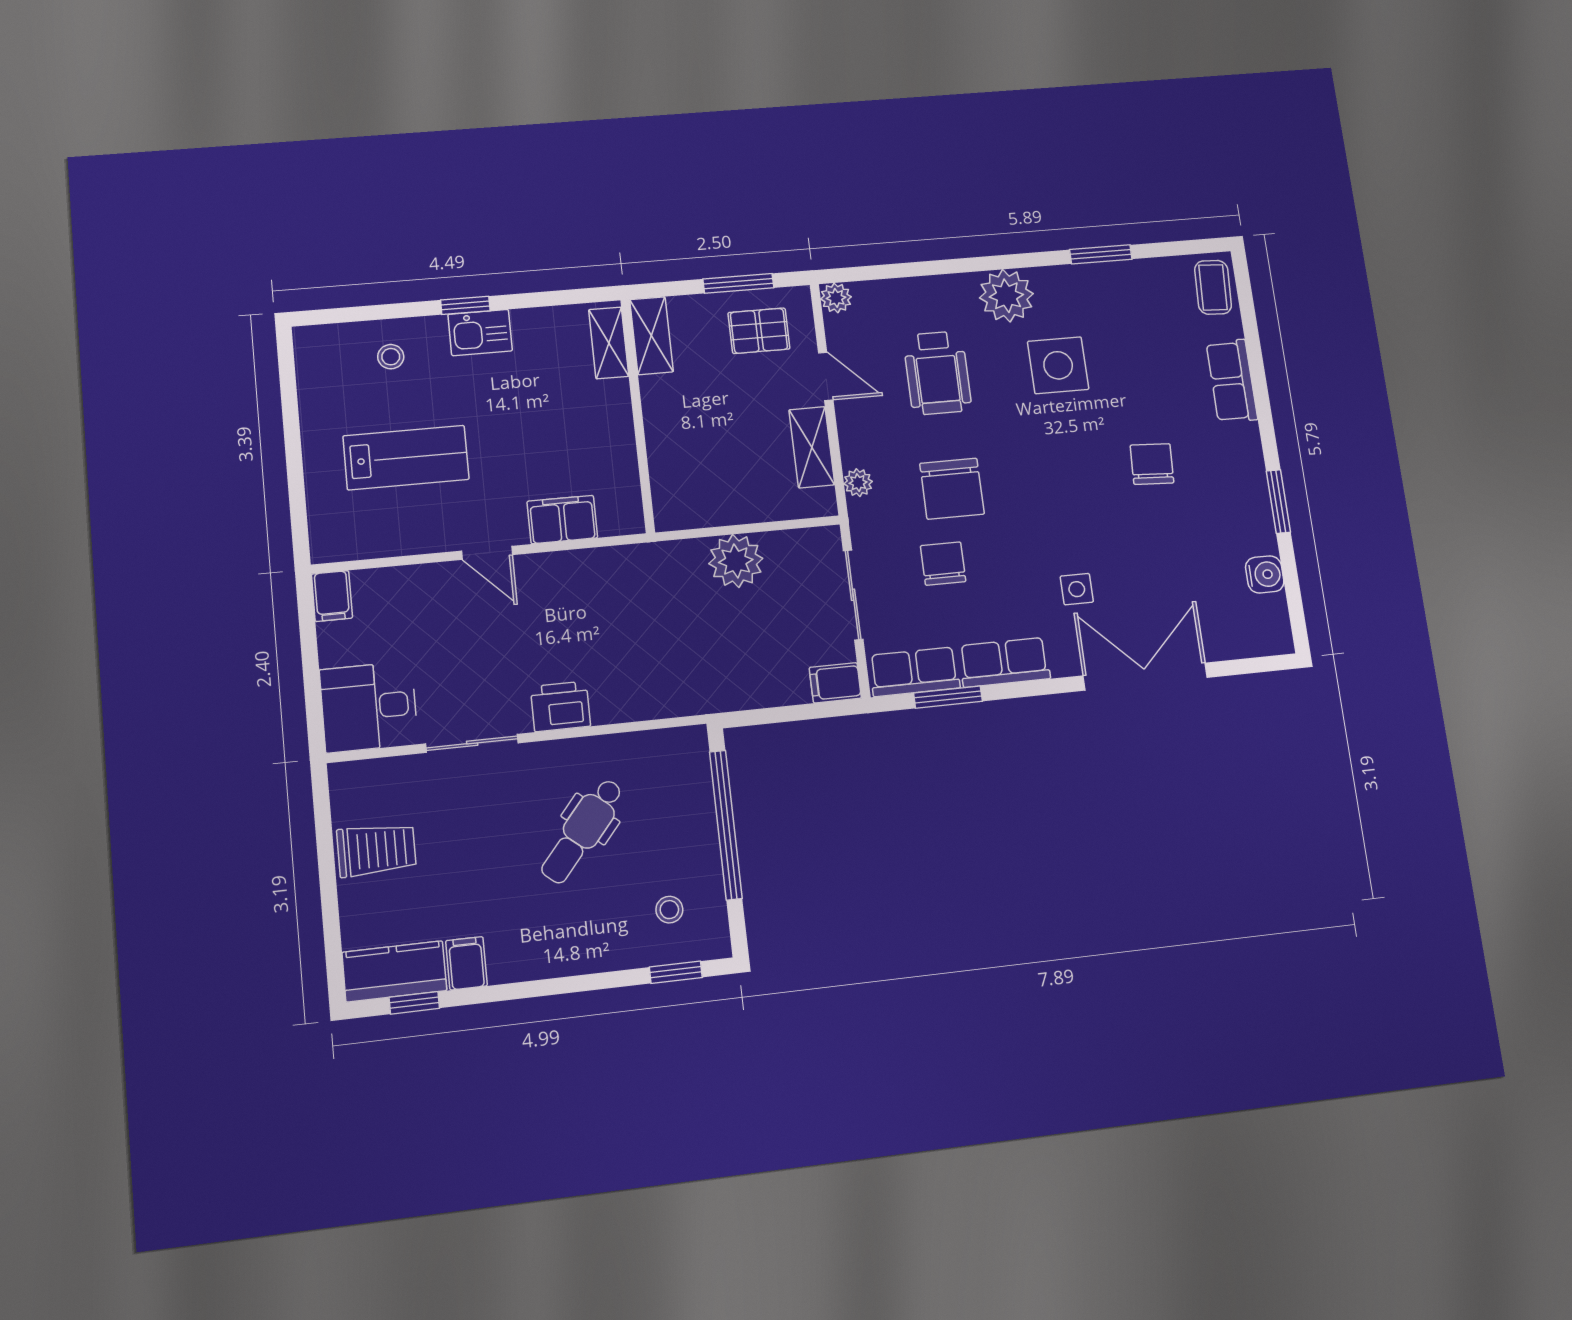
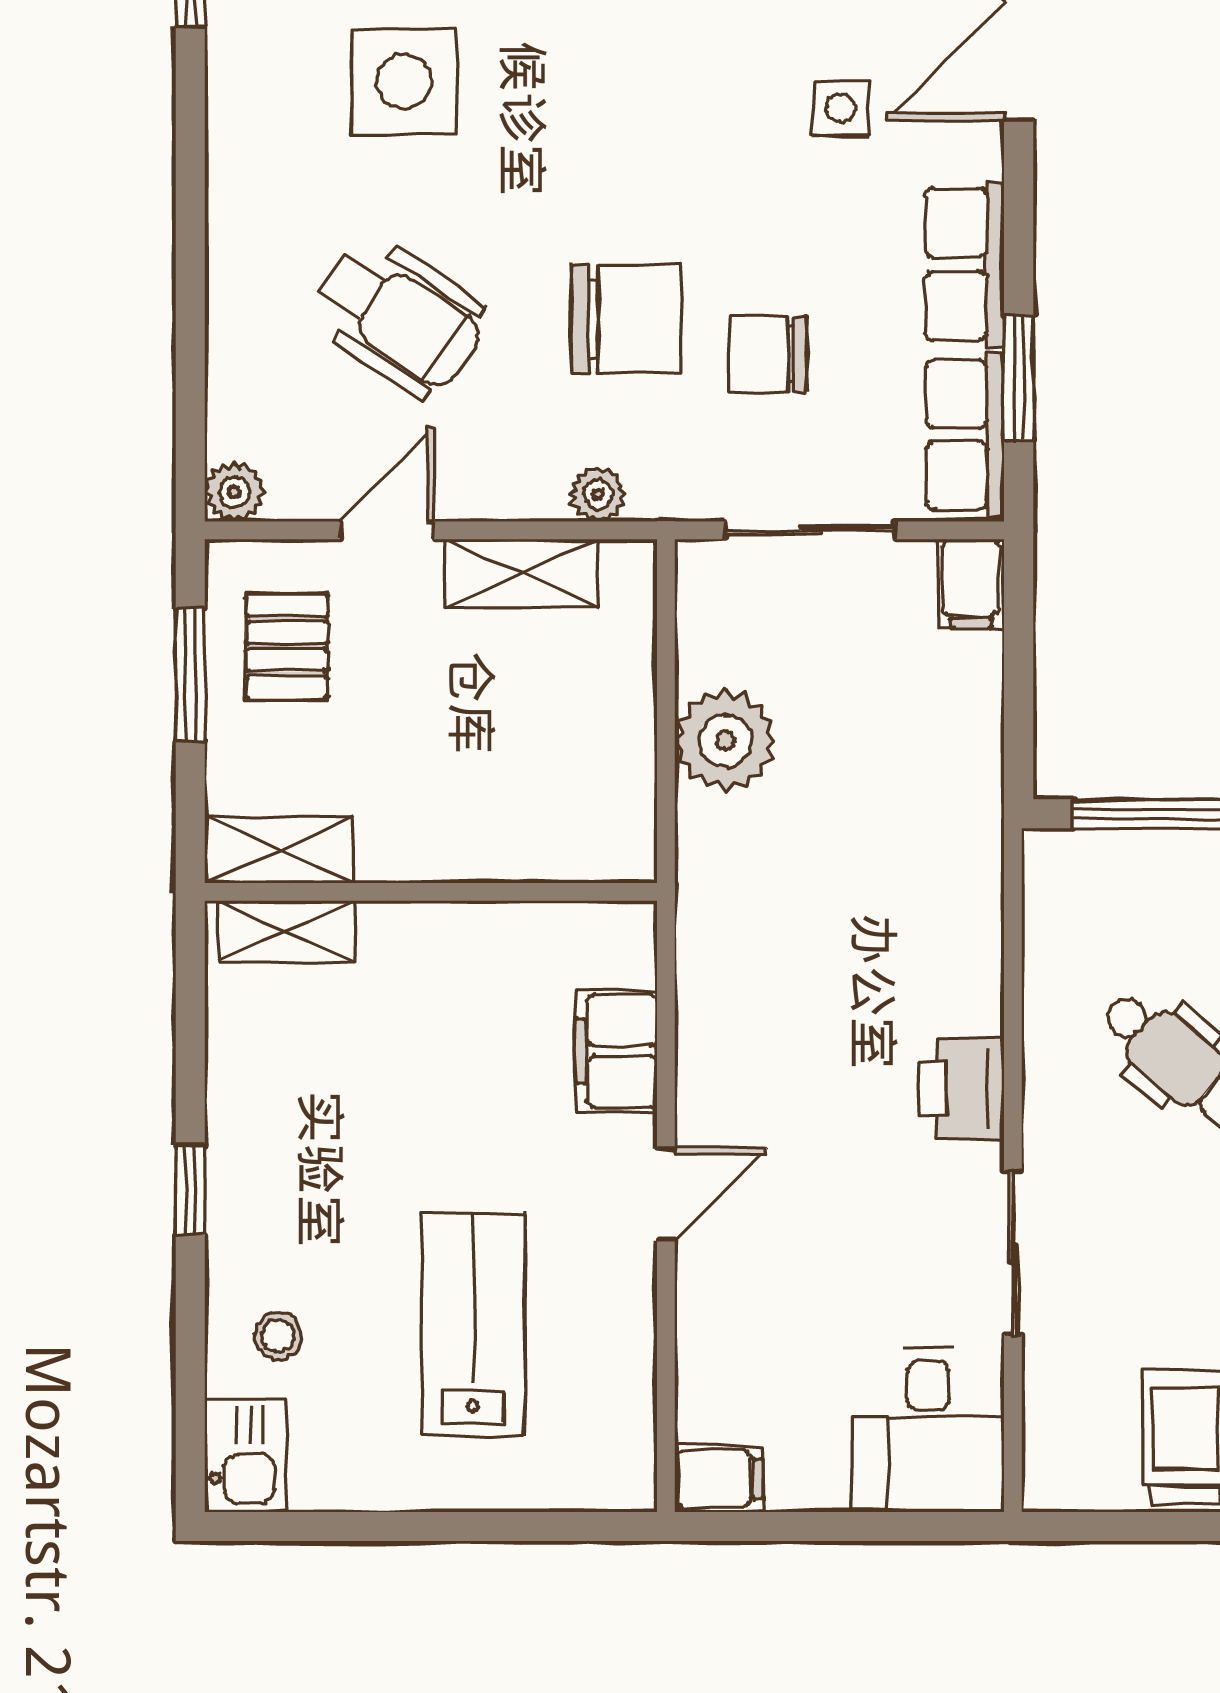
plant: (1006, 296) -> (258, 163), removed
kitchen sink: (480, 333) -> (245, 1456), moved
wheelchair: (937, 373) -> (399, 317), turned 34

